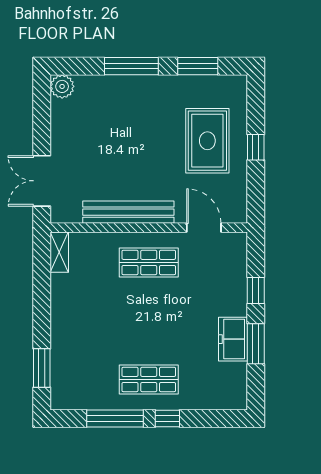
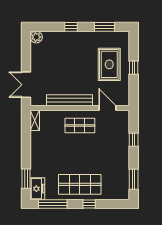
window: (131, 66) -> (71, 27), width x0.46
freezer: (233, 339) -> (37, 189), moved, turned 180
window: (256, 344) -> (134, 179), moved
shop shelf: (149, 379) -> (80, 184), width x1.43, depth x1.36
window: (115, 418) -> (53, 204), moved

